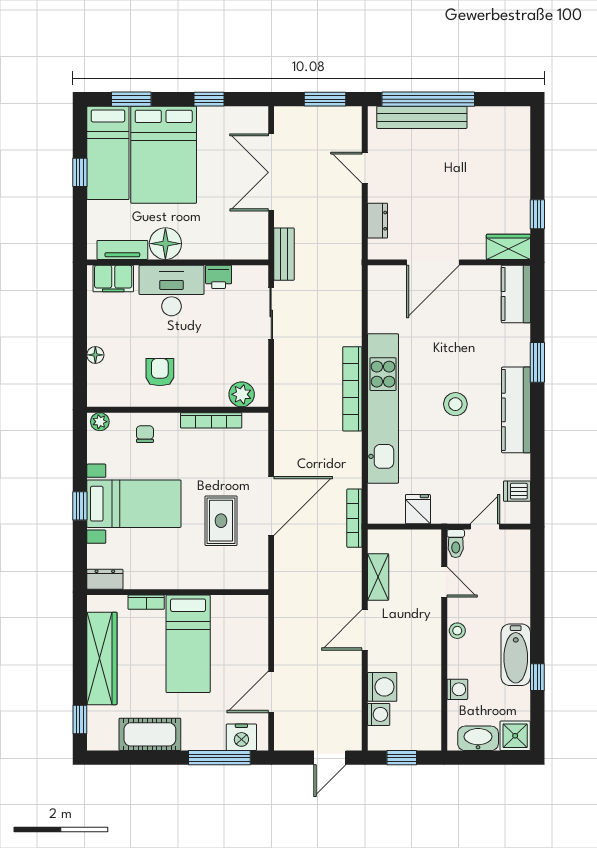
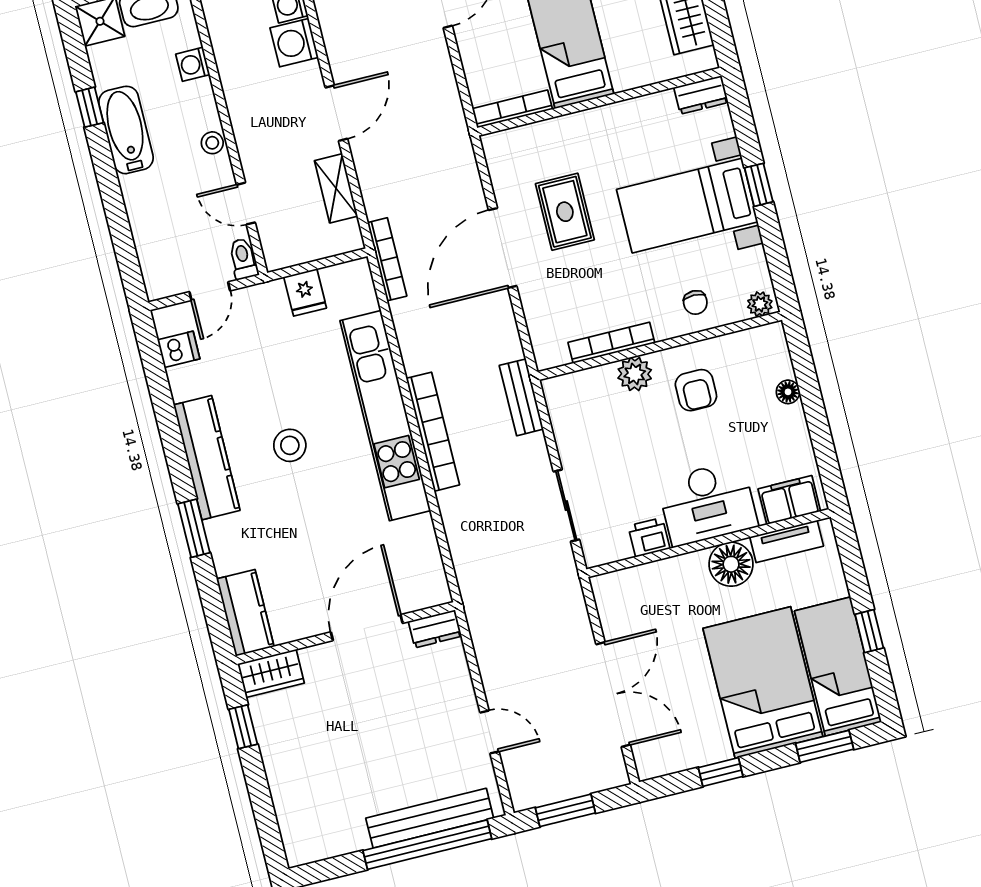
dresser: (377, 221) -> (435, 629), moved, turned -90
bench: (284, 254) -> (521, 397), moved
plant: (242, 394) -> (635, 374), moved
bookcase: (146, 602) -> (512, 109), moved, width x1.56

